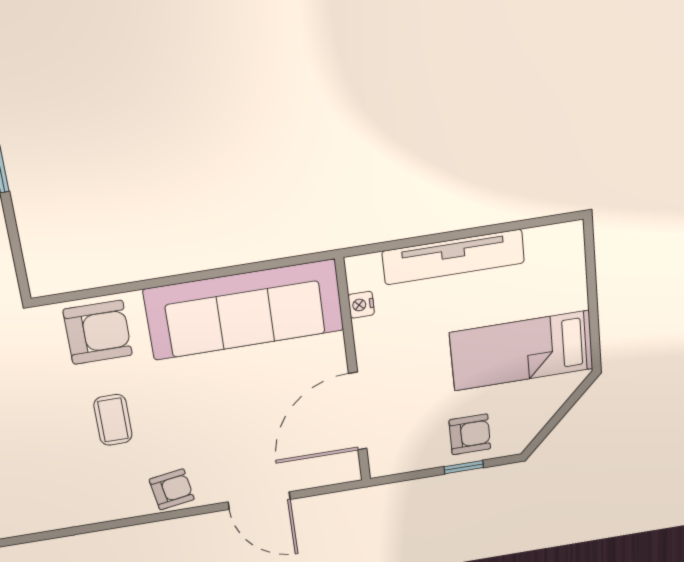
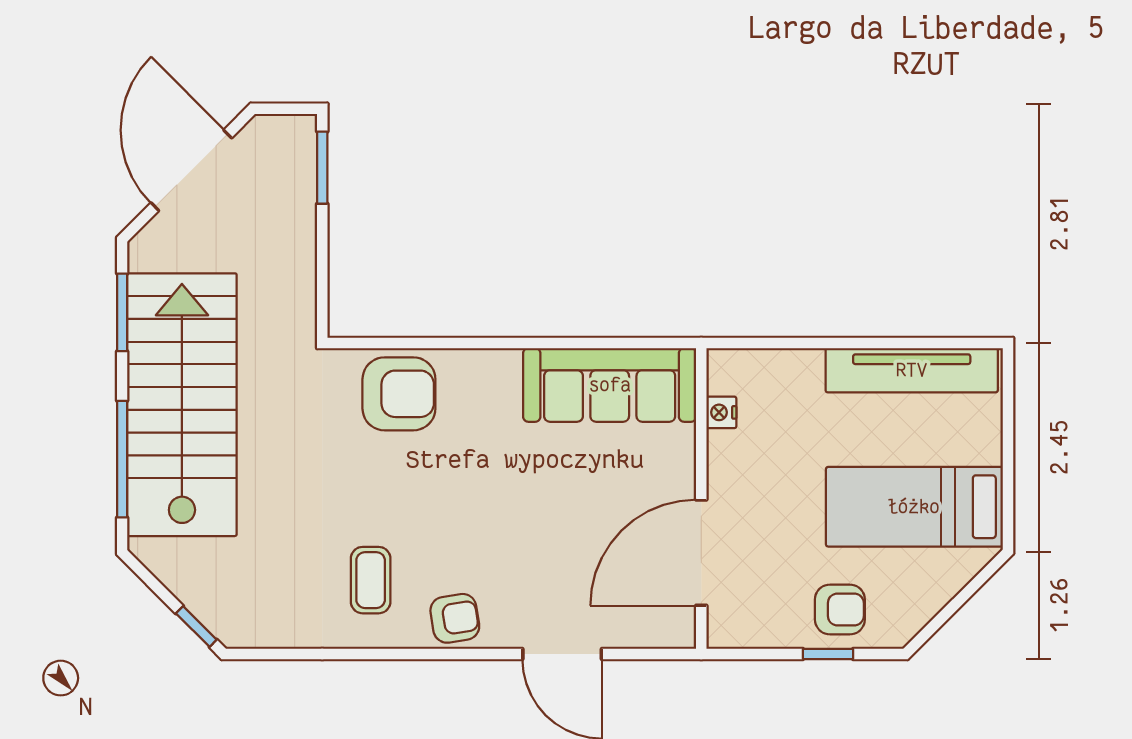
tv unit: (453, 257) -> (912, 370), moved
sofa: (244, 310) -> (610, 385), width x0.74, depth x0.79
coffee table: (113, 420) -> (371, 580), moved

